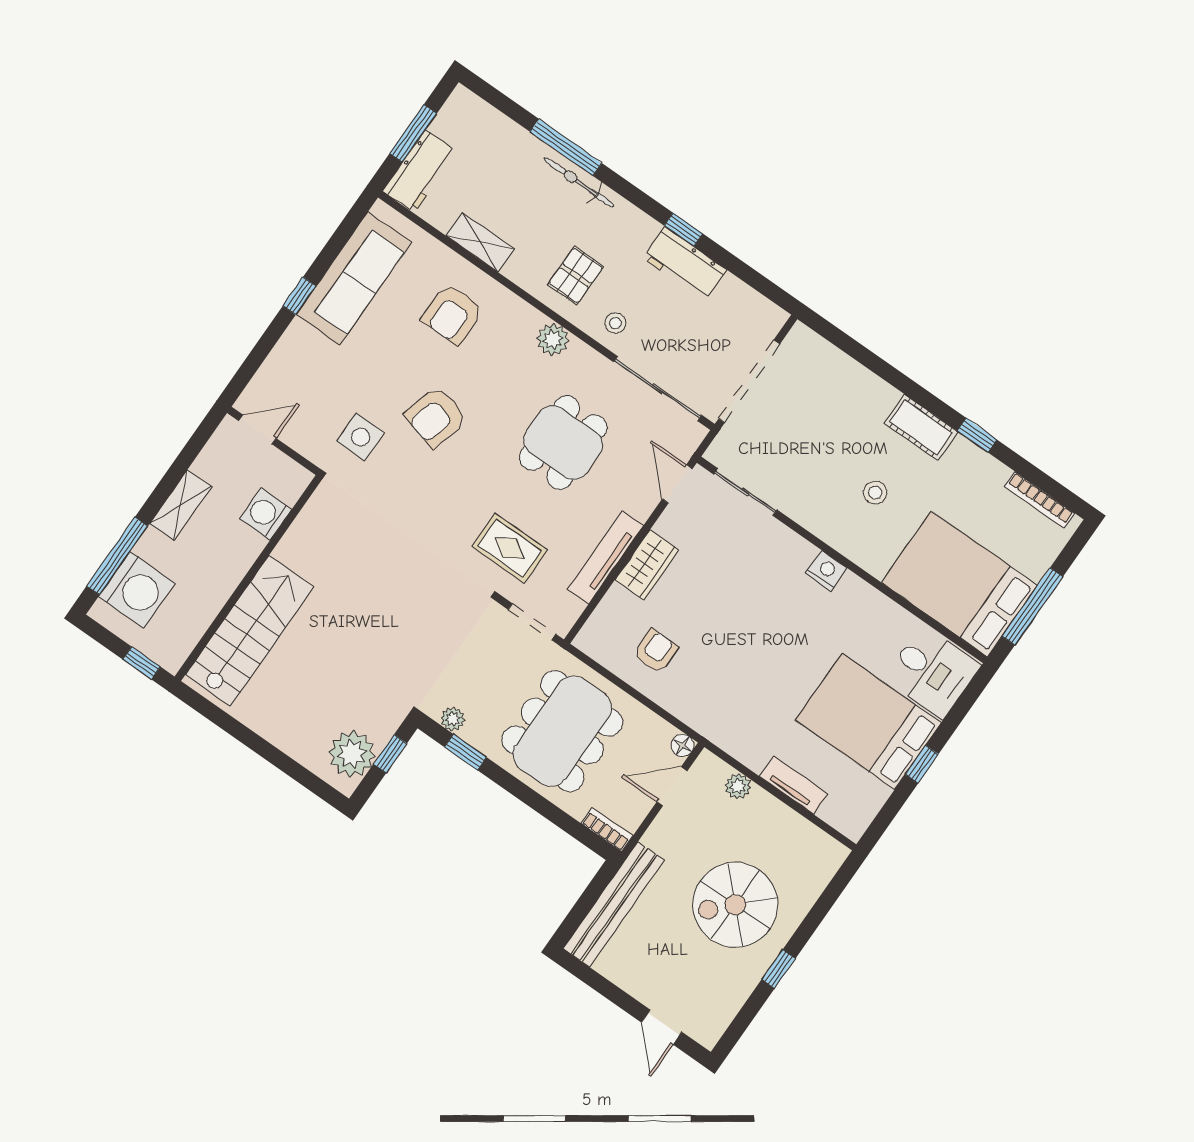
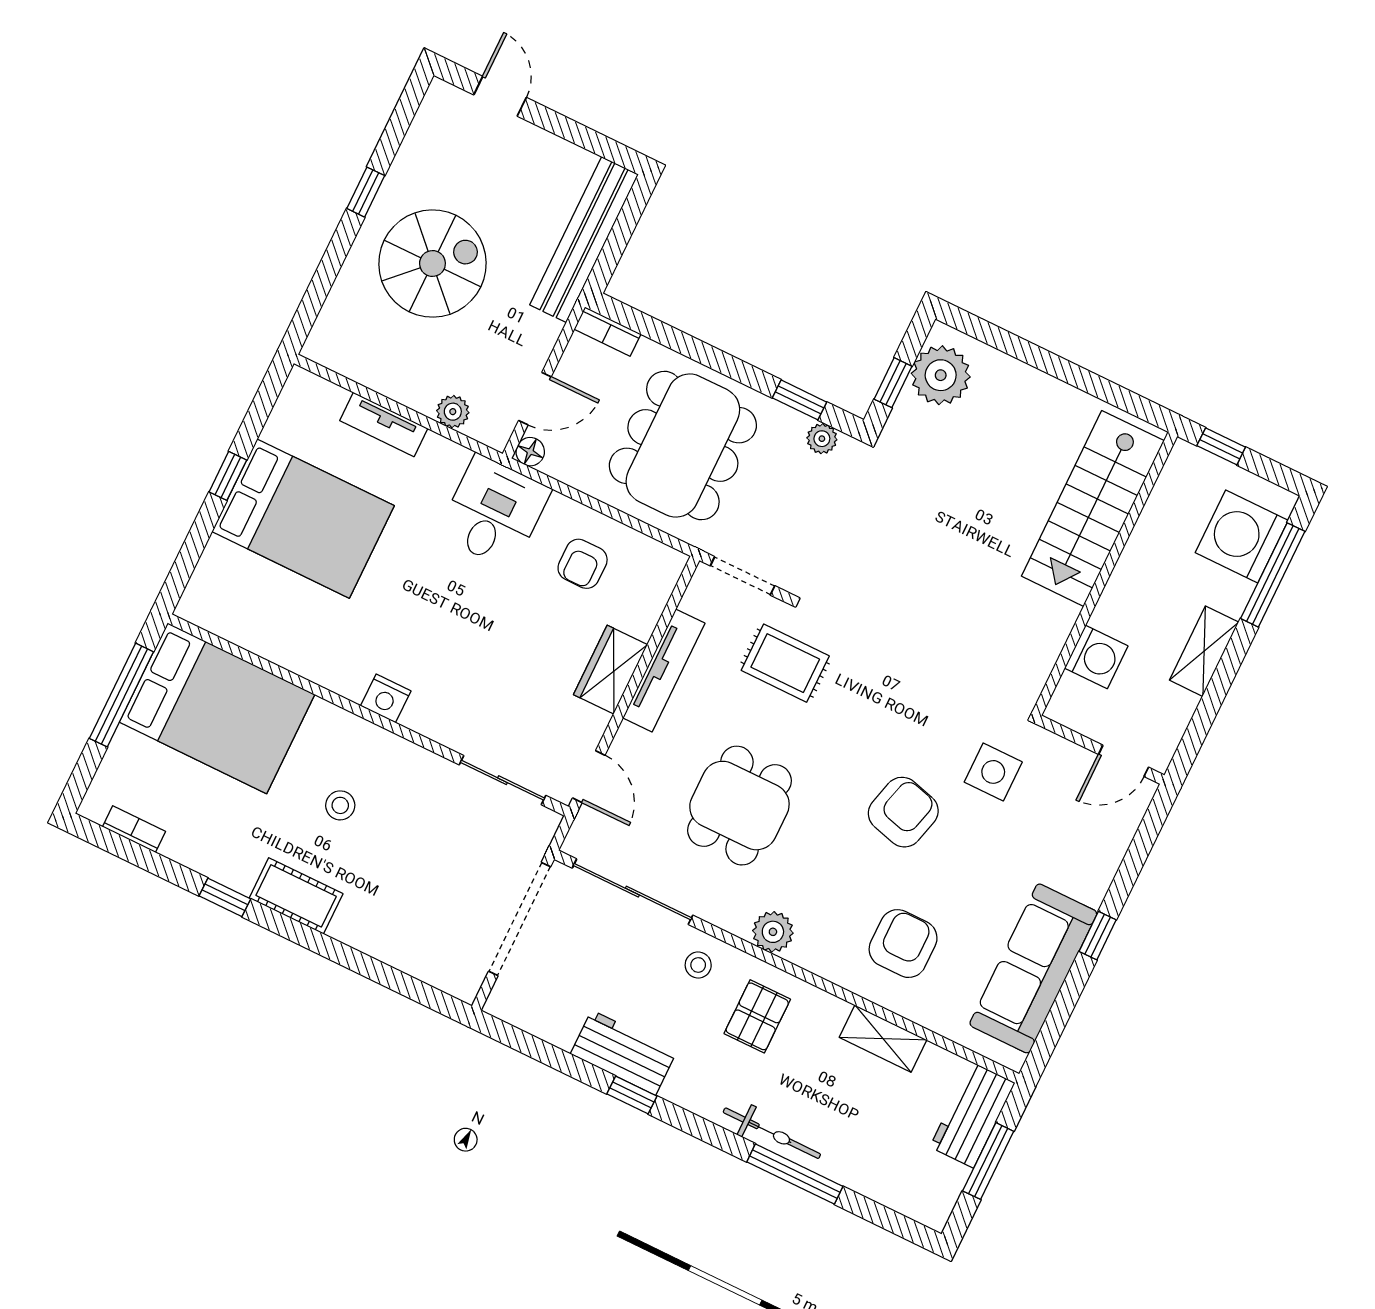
bookcase: (1039, 500) -> (134, 829), width x0.64
desk: (932, 672) -> (494, 512), moved, turned 90

